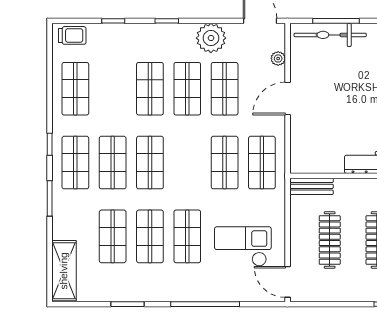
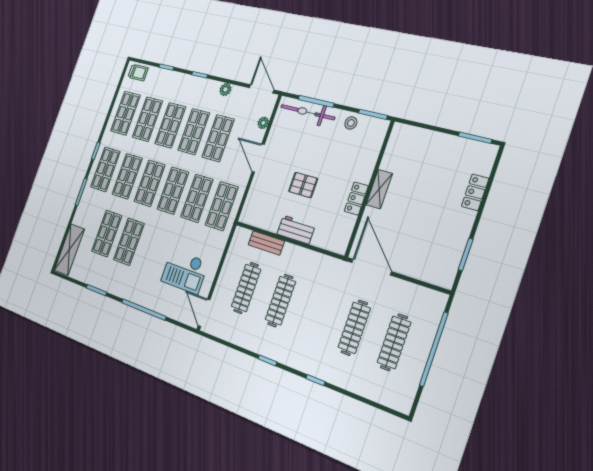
plant: (211, 38) -> (225, 89), width x0.53, depth x0.53
shop shelf: (113, 89) -> (147, 119), added
door: (288, 99) -> (258, 158), hinge flipped
pallet: (356, 114) -> (303, 185), added
bench: (312, 186) -> (266, 243), moved
shop shelf: (187, 236) -> (173, 191), moved
checkout: (243, 246) -> (185, 271), turned 180

